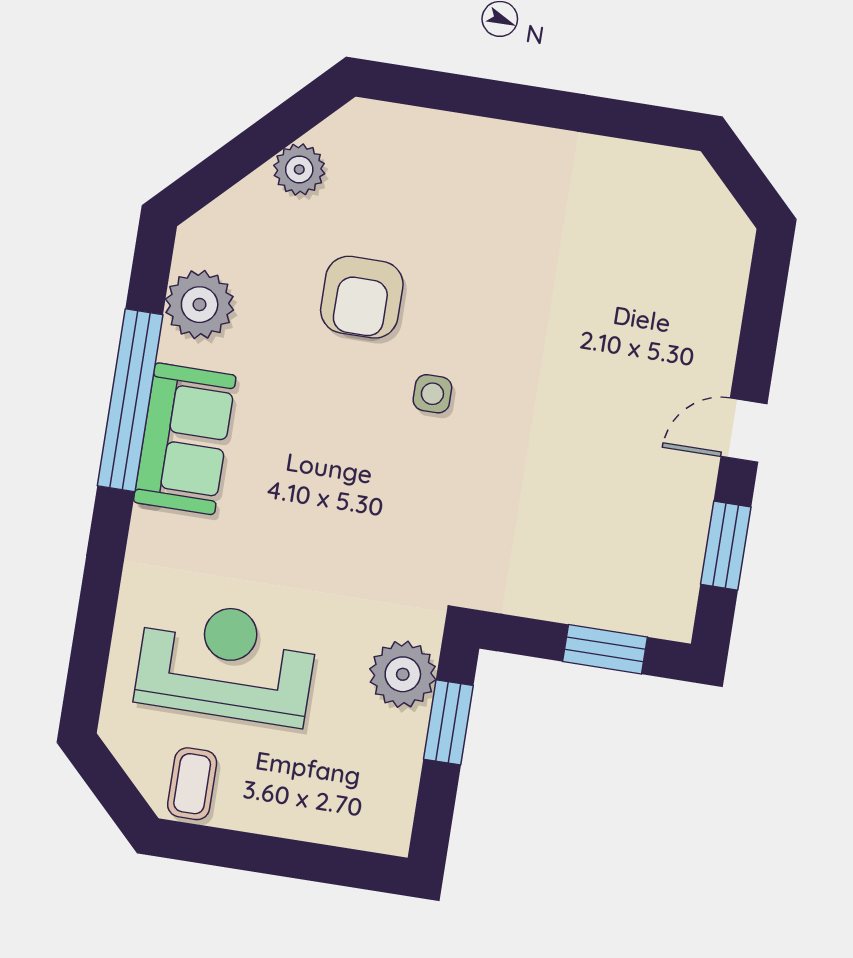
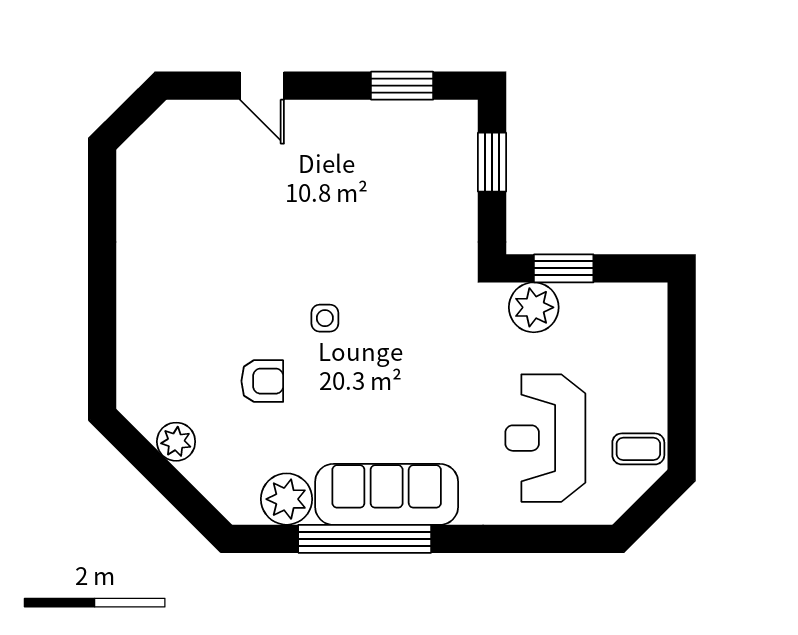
armchair: (362, 297) -> (262, 381), width x0.72, depth x0.72
door: (744, 430) -> (262, 86), moved
sofa: (185, 439) -> (387, 494), width x1.36

